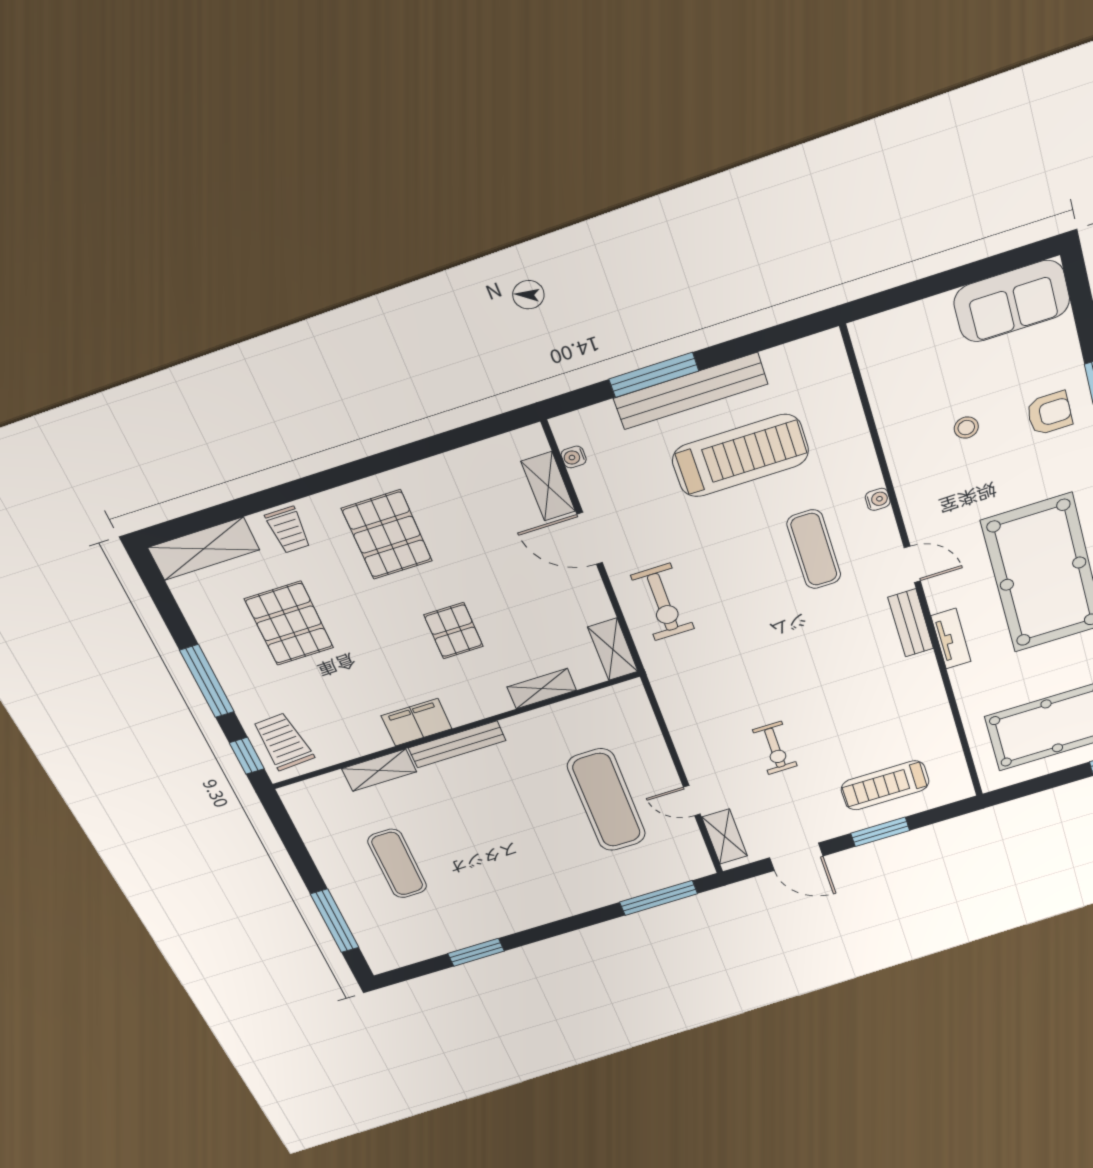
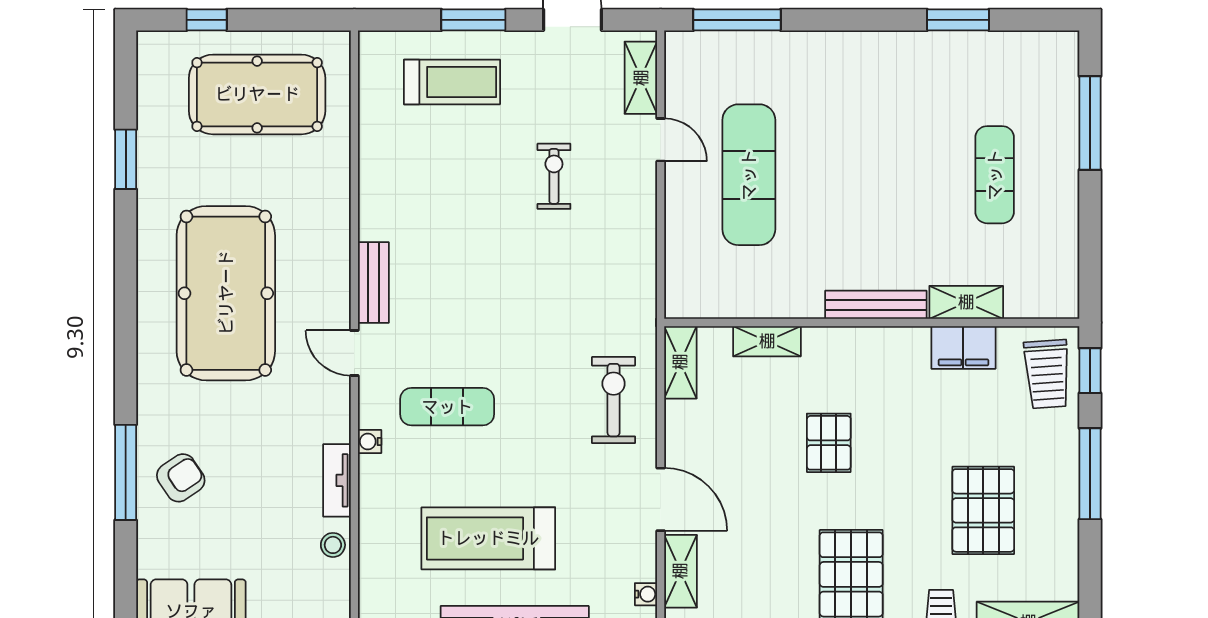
armchair: (1049, 413) -> (181, 478), turned 146
stool: (966, 428) -> (333, 545), moved
exercise mat: (814, 549) -> (447, 407), turned 90
tv unit: (951, 639) -> (337, 480), moved
filing cabinet: (417, 722) -> (963, 347), moved

